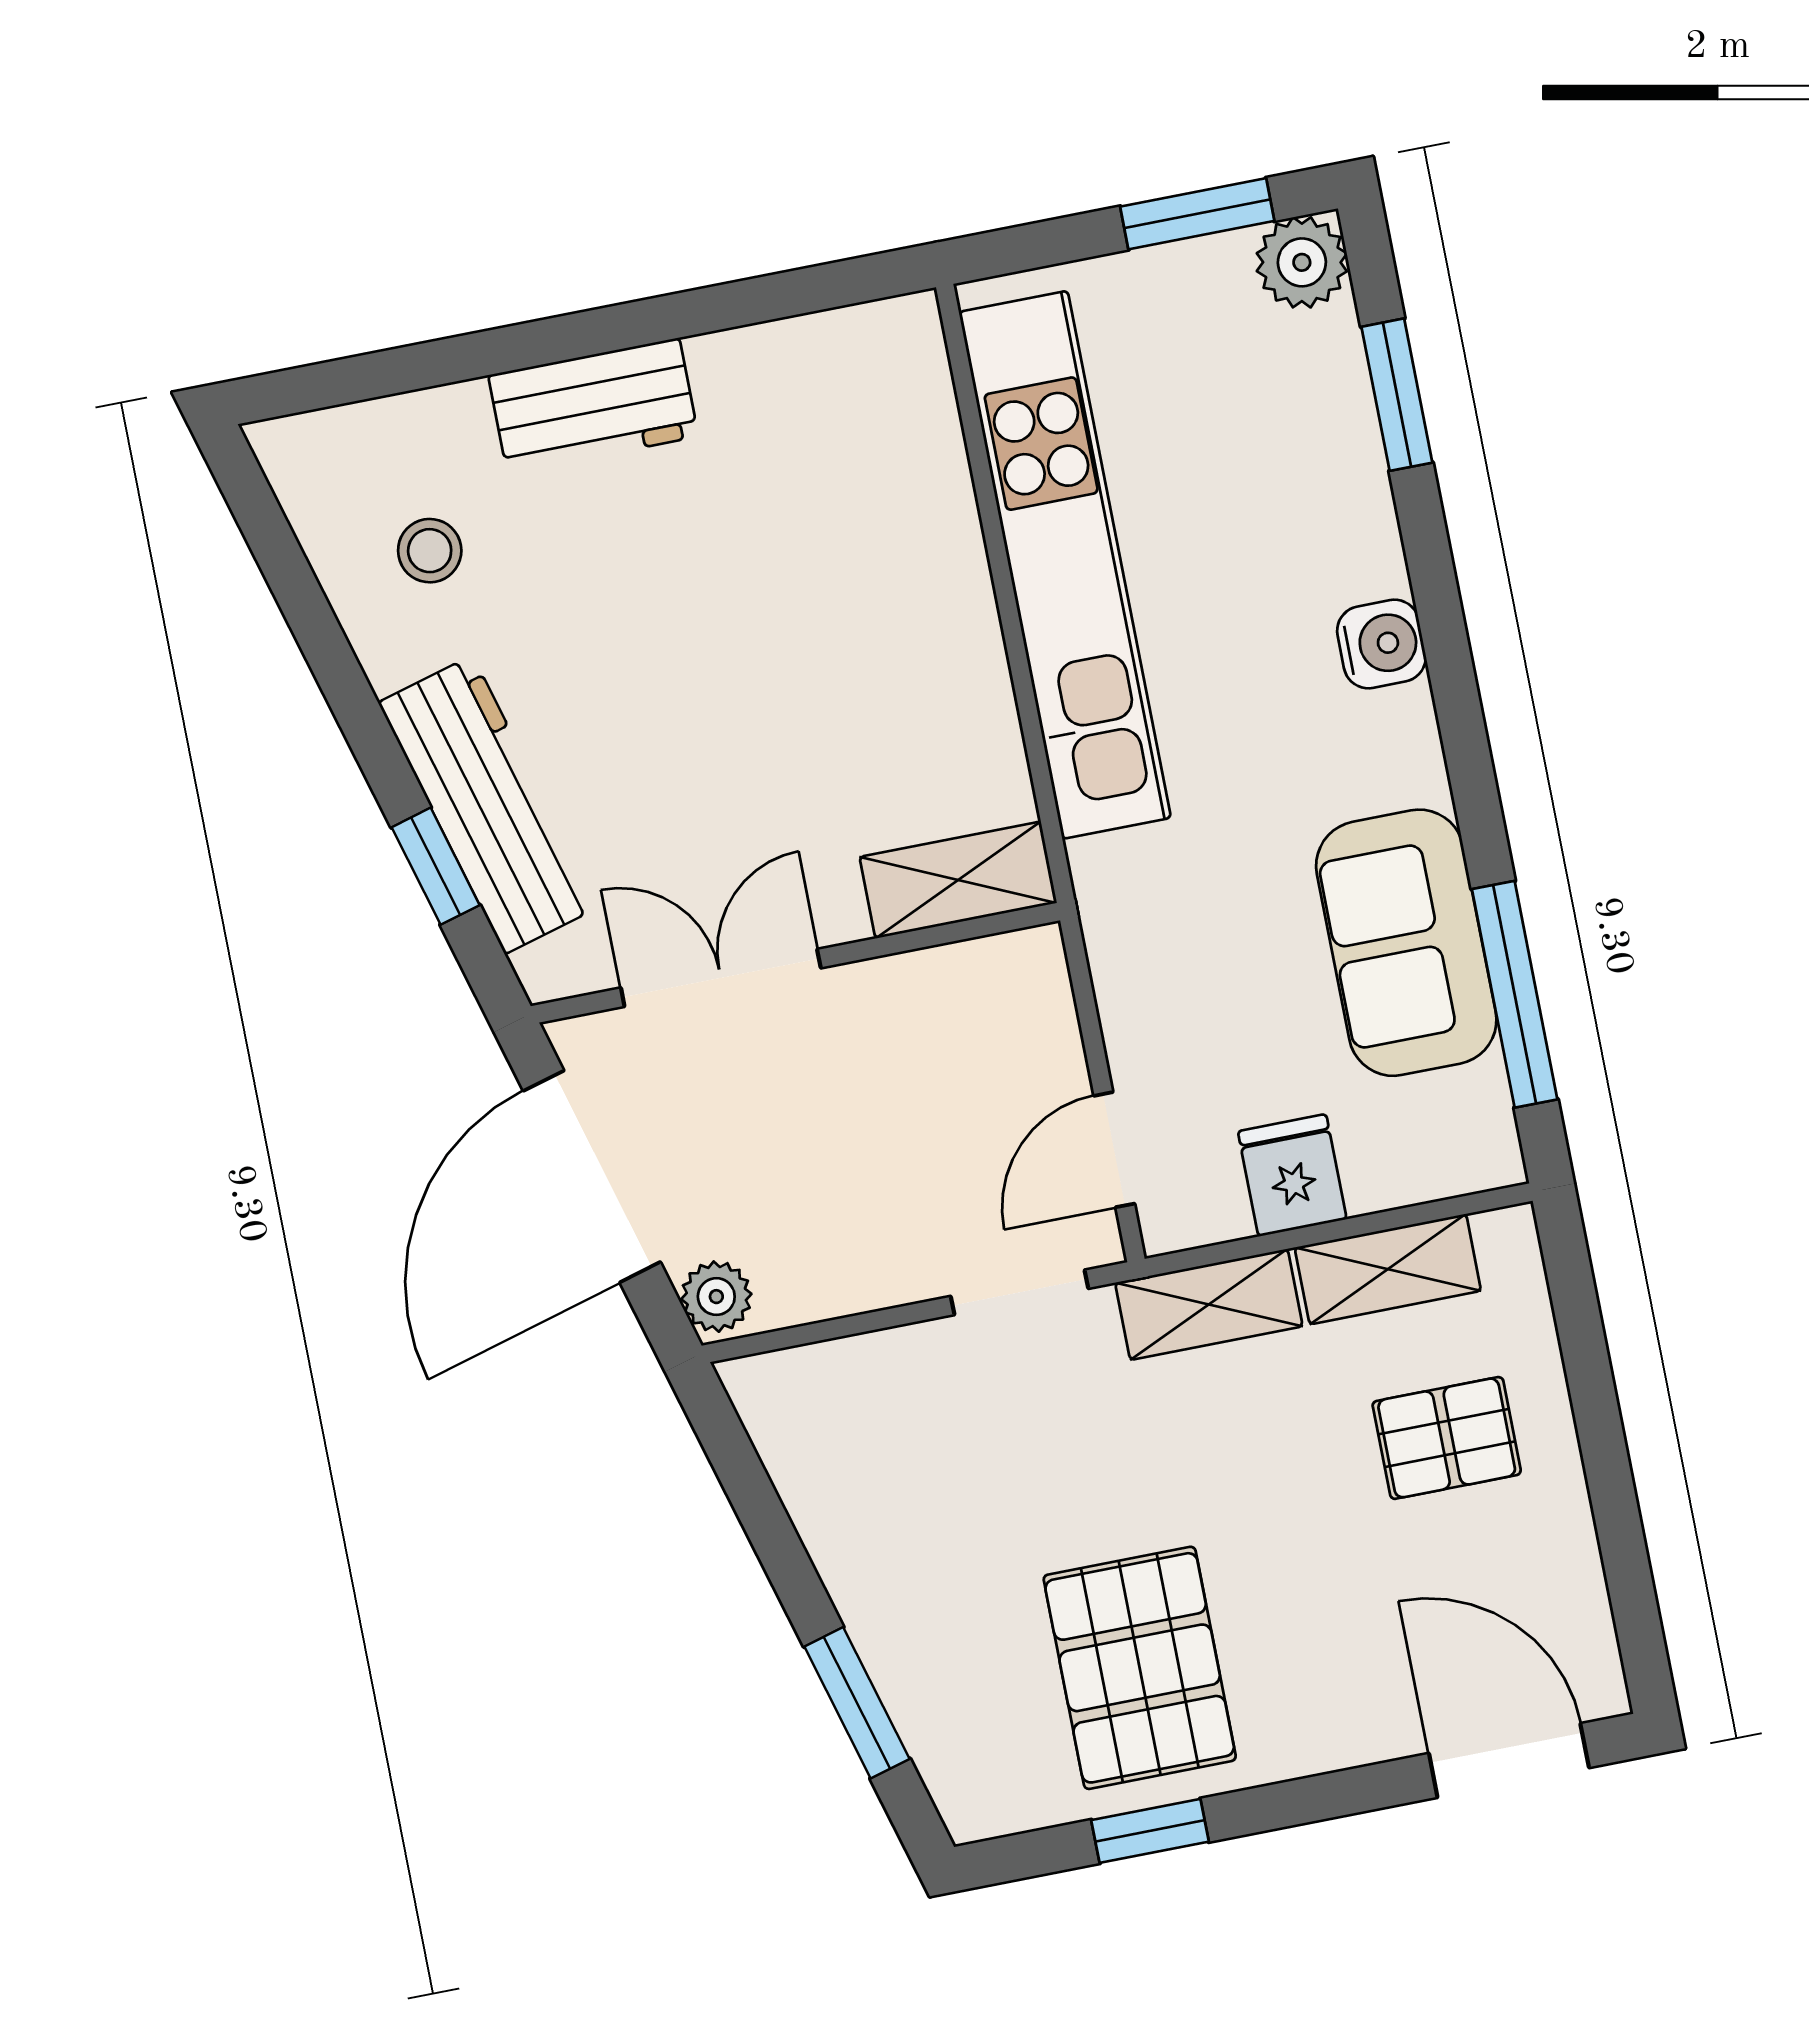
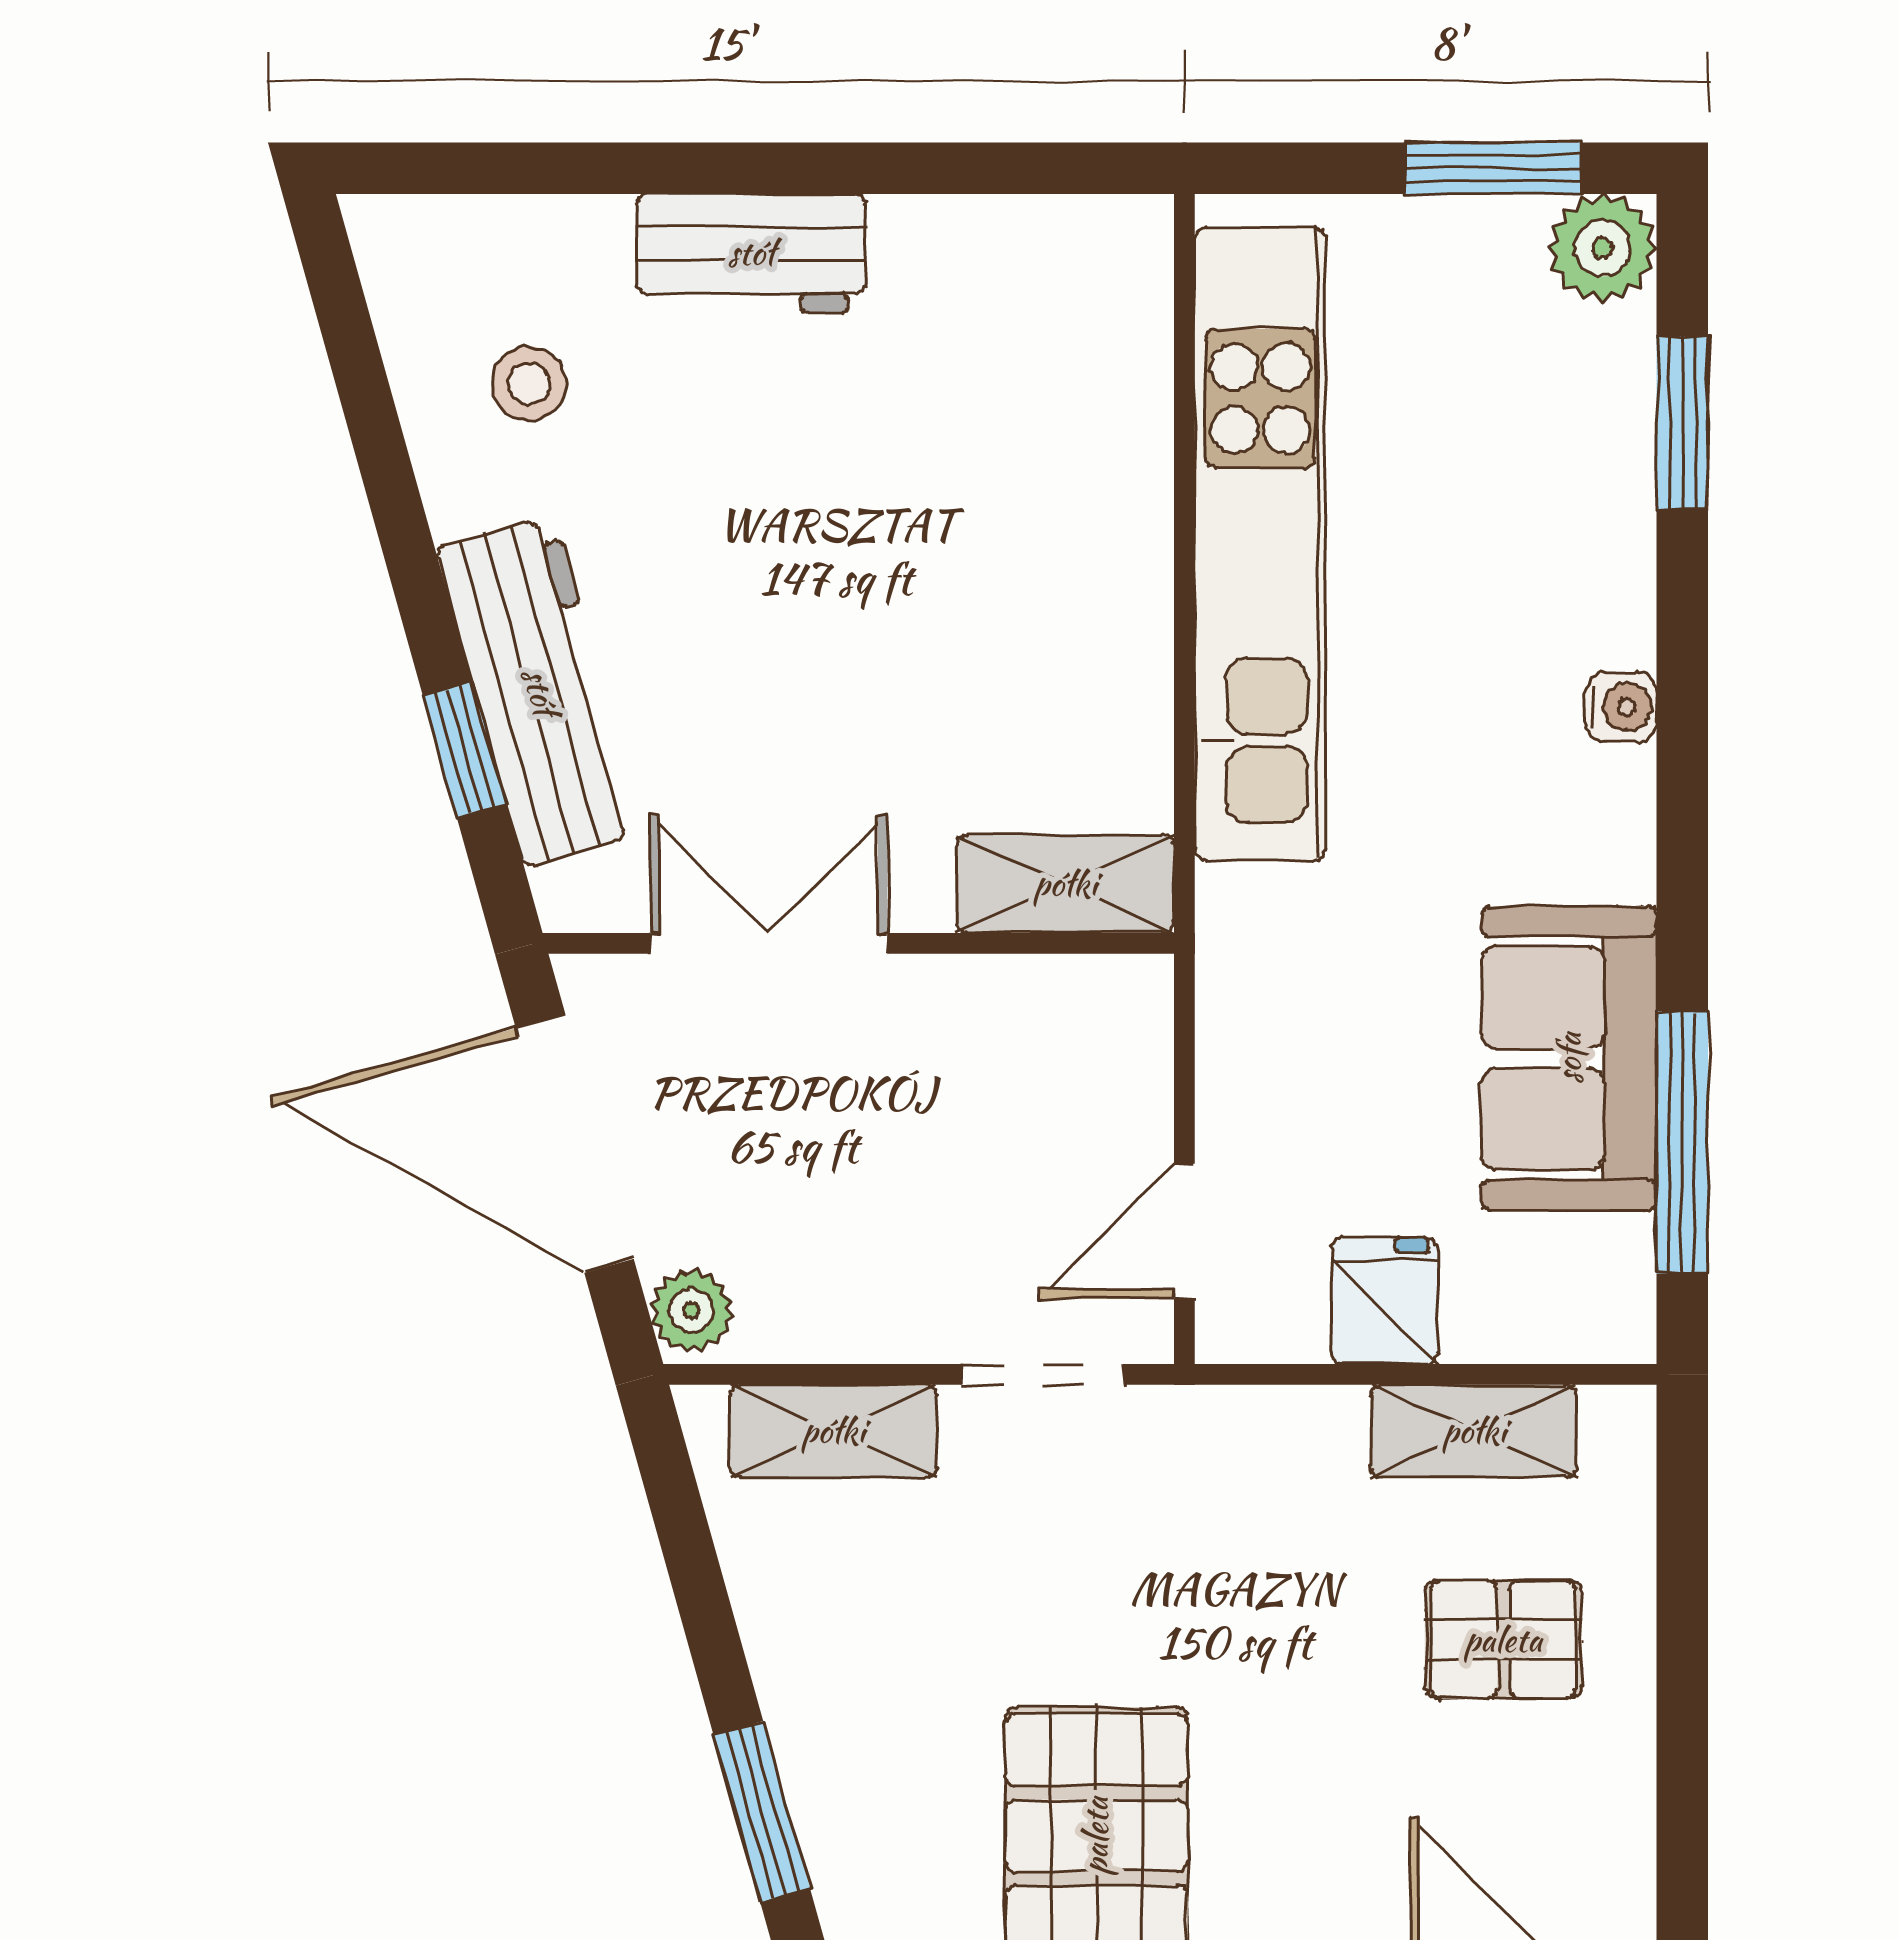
water cooler: (1381, 644) -> (1621, 707), width x0.72, depth x0.72
door: (592, 1176) -> (575, 1144), hinge flipped
shelving: (1209, 1304) -> (833, 1431), moved

